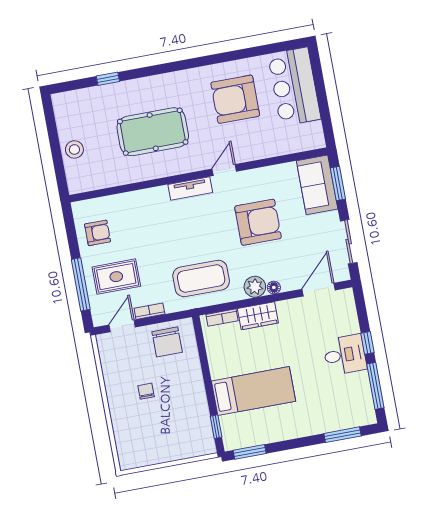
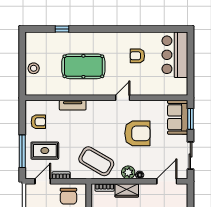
armchair: (235, 99) -> (137, 56), width x0.53, depth x0.53
tv unit: (190, 189) -> (73, 105), moved
coffee table: (201, 278) -> (96, 161), turned 30

